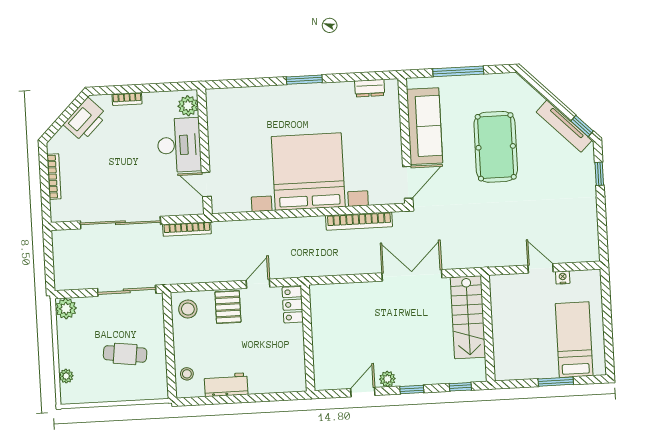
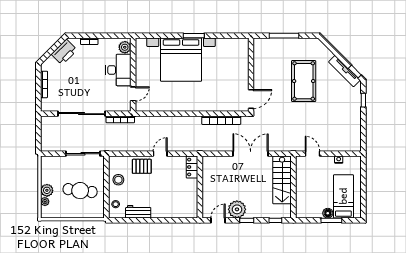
dresser: (370, 88) -> (232, 43), removed
sofa: (425, 126) -> (263, 67), removed
bed with nightstands: (308, 172) -> (181, 60), moved, turned 180
door: (206, 184) -> (133, 94), swing flipped
door: (541, 268) -> (312, 154), moved
locker: (293, 305) -> (192, 167), moved
pallet: (228, 307) -> (142, 166), turned 90
plant: (66, 309) -> (47, 190), moved
stool: (188, 309) -> (118, 180), moved
wall: (308, 338) -> (200, 187), moved
cafe table: (125, 354) -> (80, 191), width x1.37, depth x1.35
floor lamp: (549, 370) -> (328, 213), added
plant: (387, 379) -> (237, 209), width x1.87, depth x1.87

